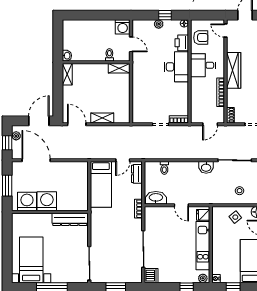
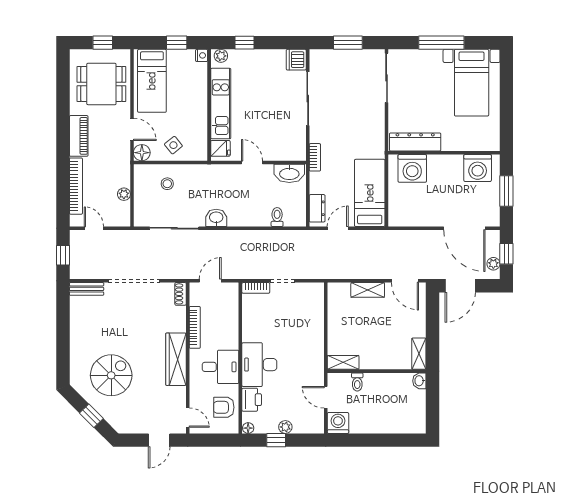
washing machine: (47, 201) -> (412, 168), moved

